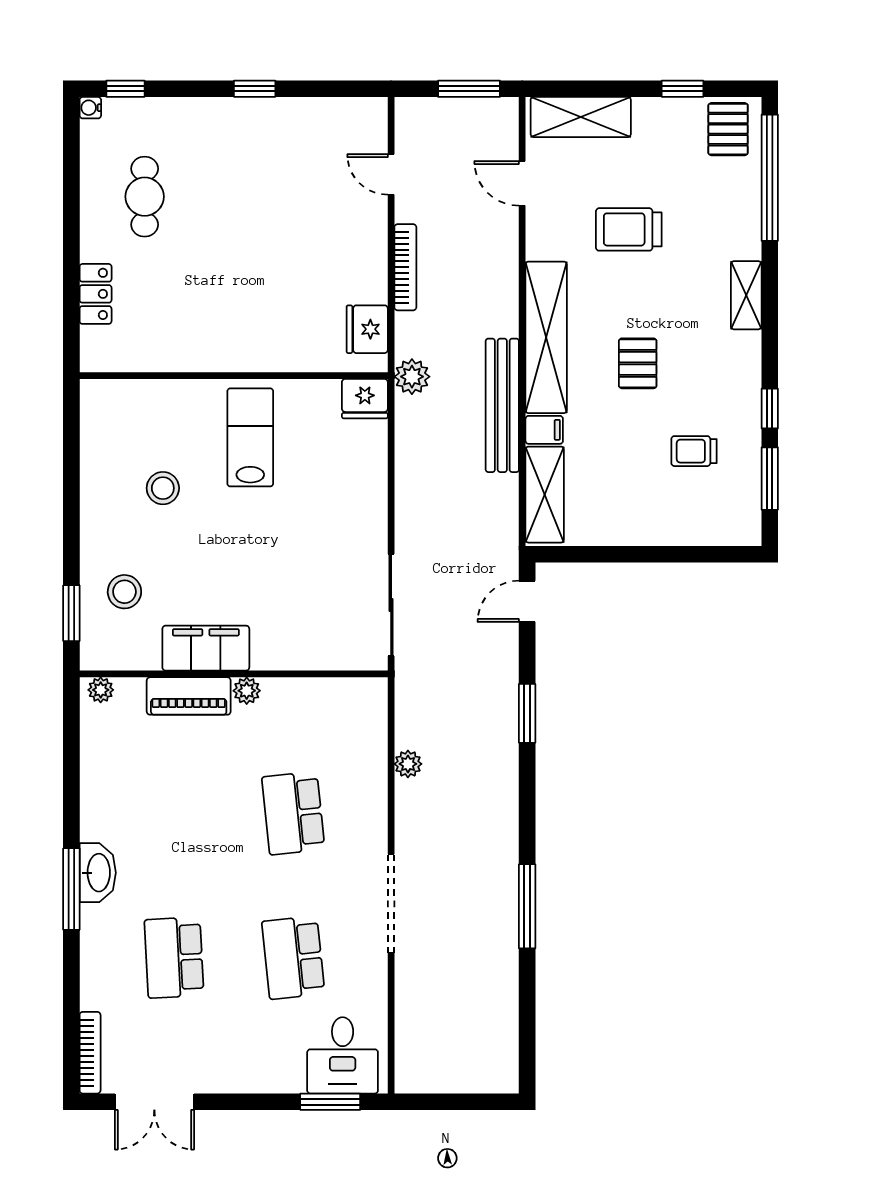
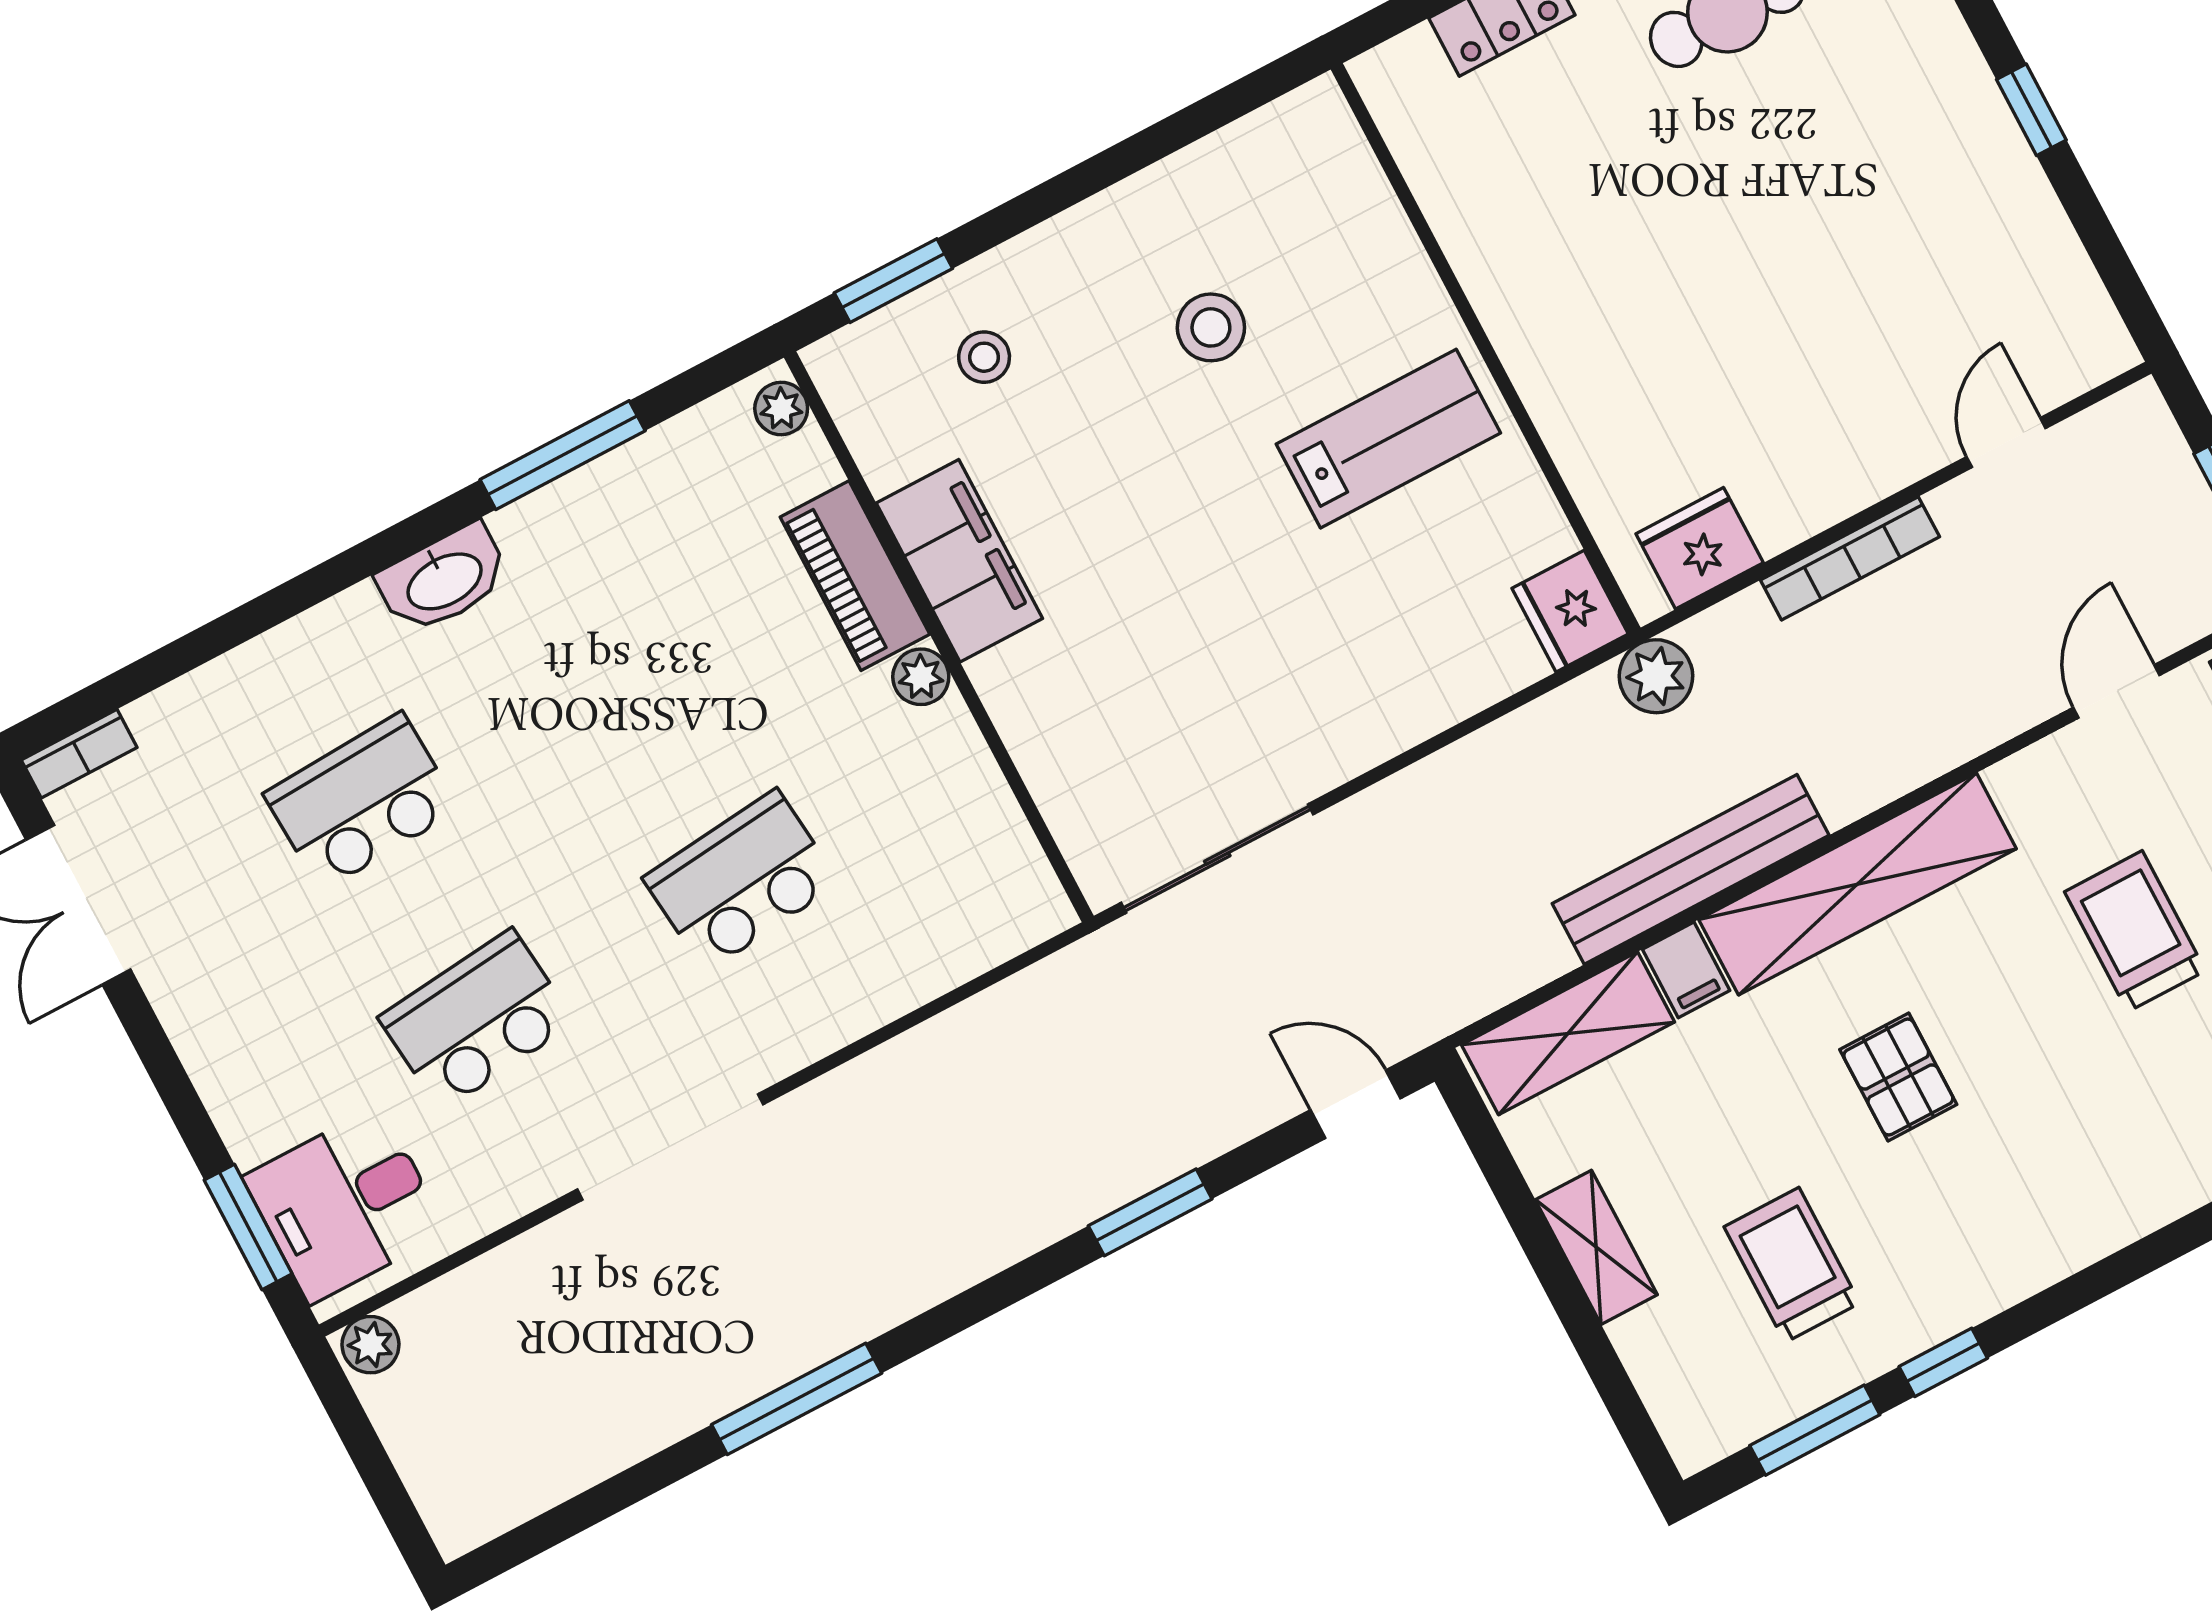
shelving: (746, 295) -> (1596, 1247), moved, turned 90
pallet: (638, 363) -> (1898, 1077), turned 90
trolley: (694, 451) -> (1792, 1265), width x1.36, depth x1.39
stool: (124, 592) -> (984, 357), width x0.73, depth x0.73
plant: (408, 764) -> (370, 1345), moved
window: (71, 889) -> (563, 455), moved
bookcase: (90, 1053) -> (79, 754), width x0.64

